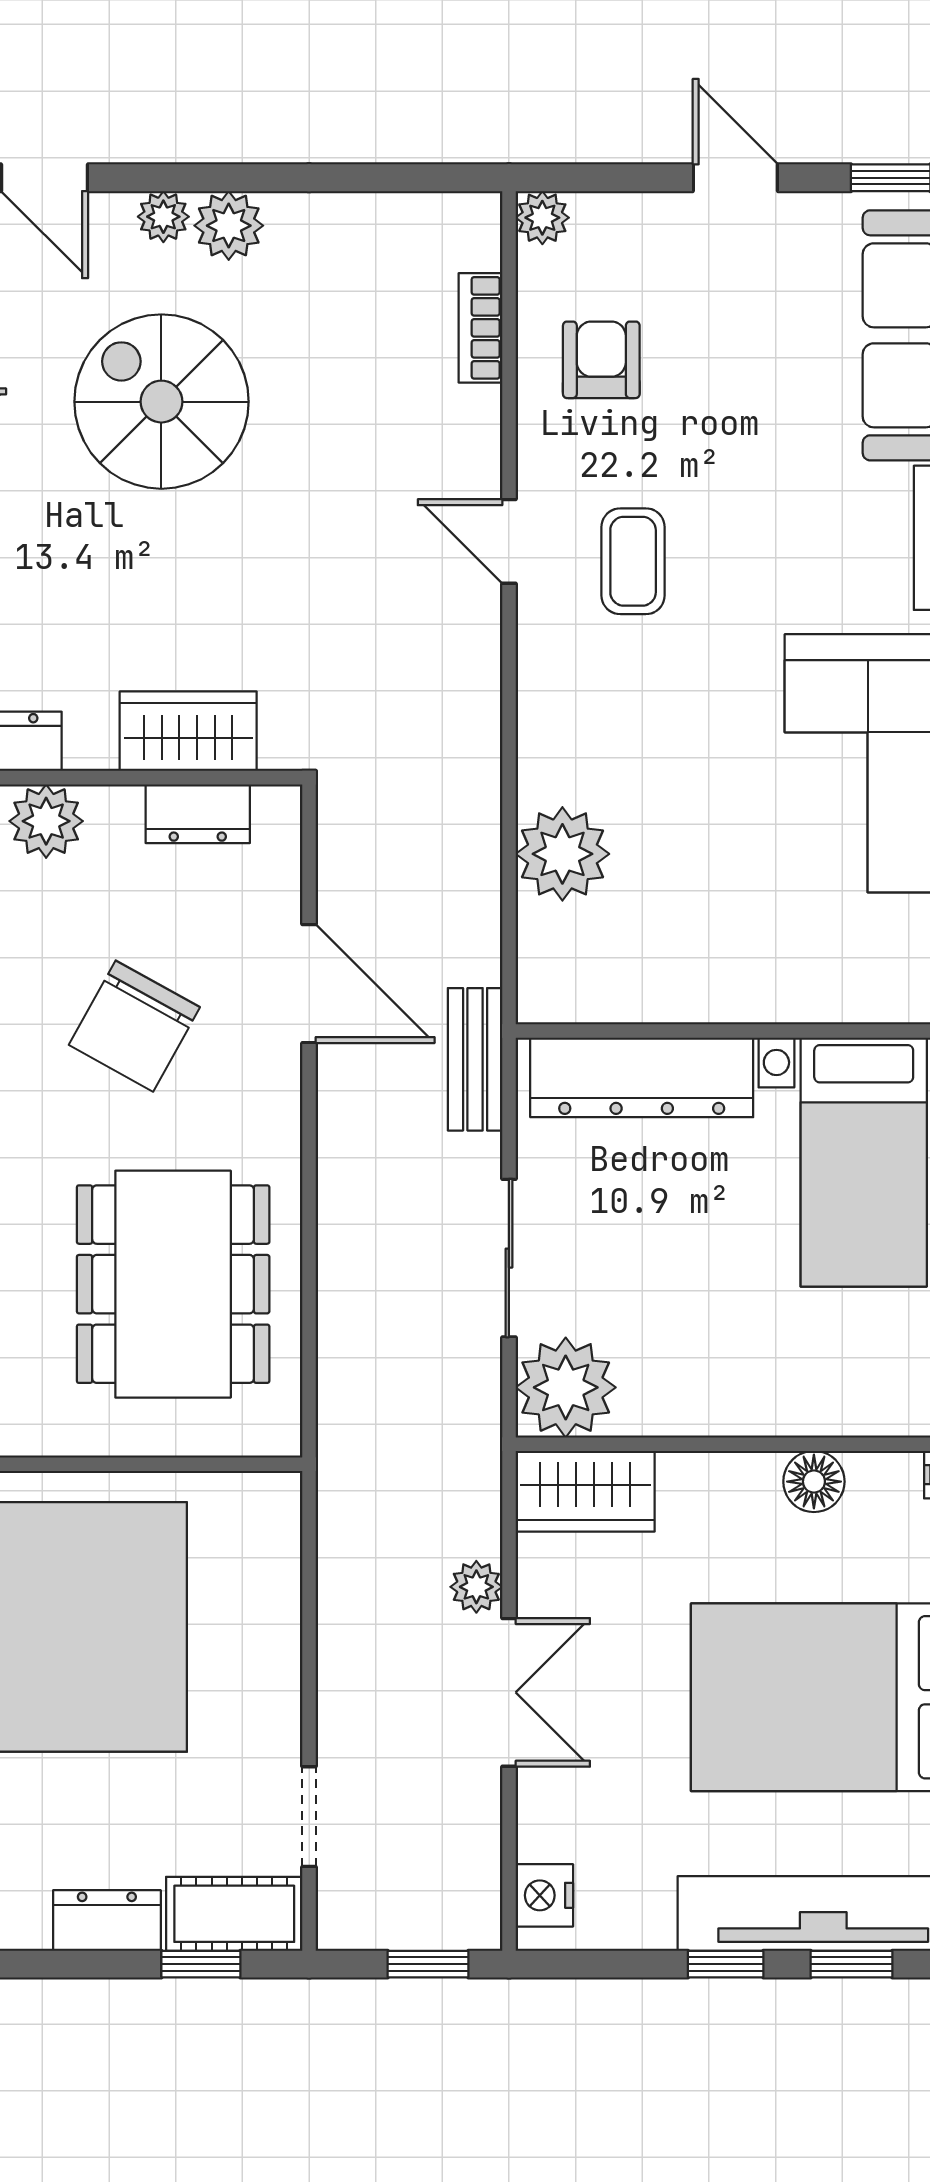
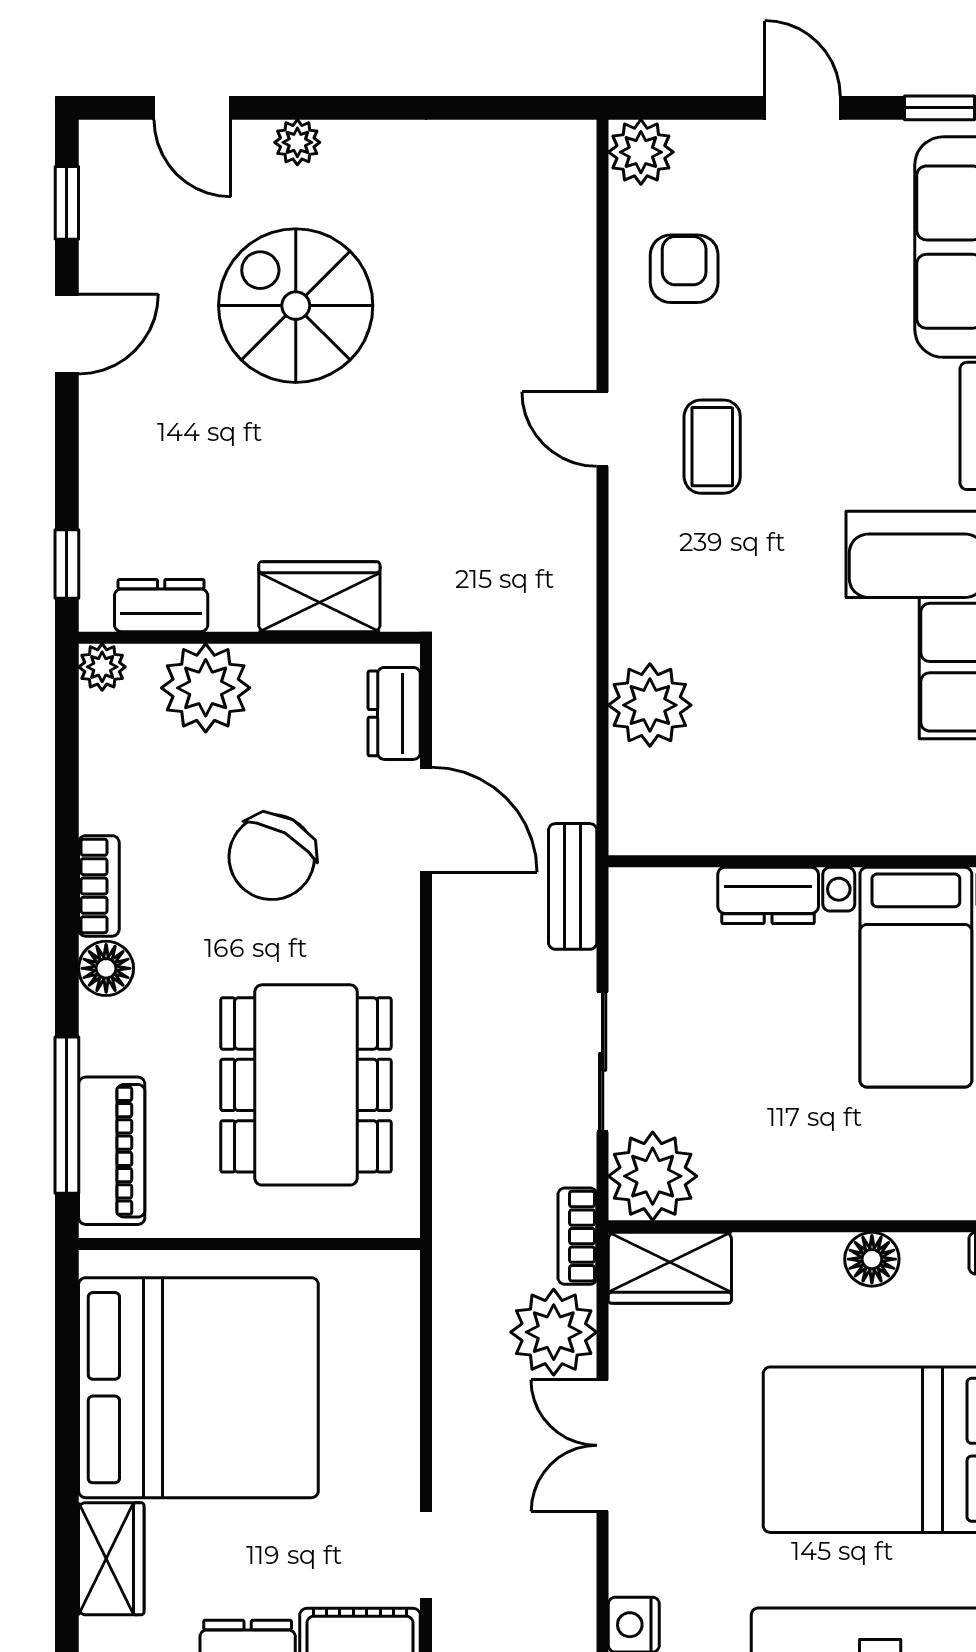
plant: (542, 218) -> (641, 152), width x1.38, depth x1.38
plant: (229, 226) -> (355, 150), removed
bookcase: (480, 328) -> (577, 1236), moved
dresser: (198, 814) -> (394, 713), moved, turned 90
plant: (46, 821) -> (206, 688), width x1.36, depth x1.36
dresser: (642, 1077) -> (768, 895), width x0.51, depth x0.80
plant: (476, 1587) -> (554, 1332), width x1.88, depth x1.88
double door: (509, 1692) -> (603, 1445), swing flipped

